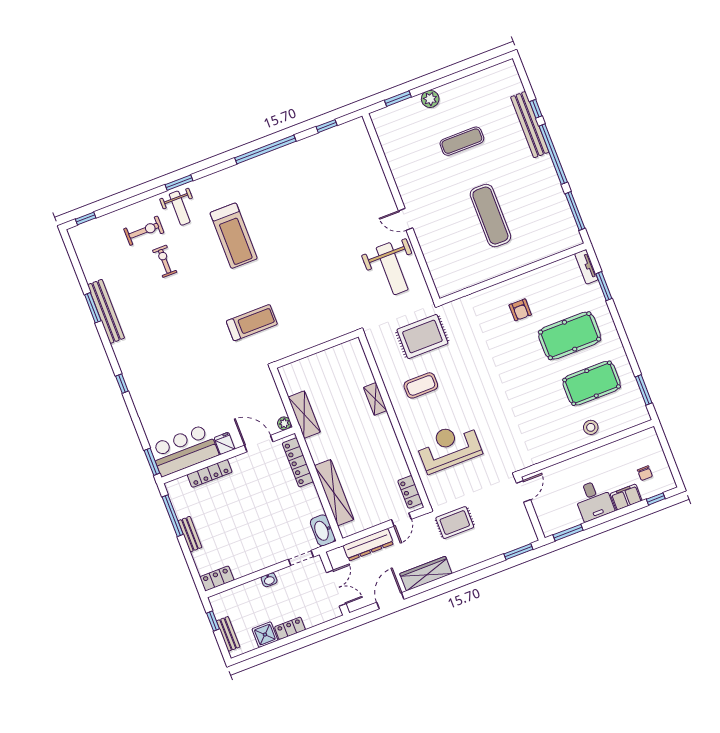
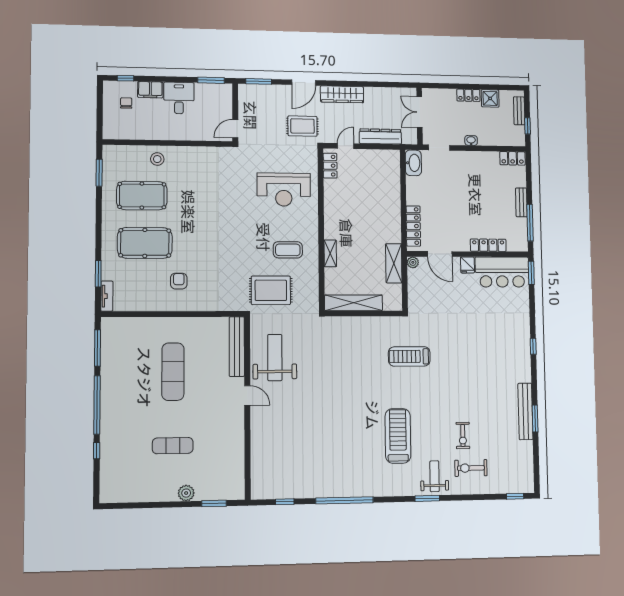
bench: (530, 125) -> (237, 347), moved
shelving: (334, 493) -> (354, 303), moved, turned 90
door: (390, 601) -> (304, 83), moved

